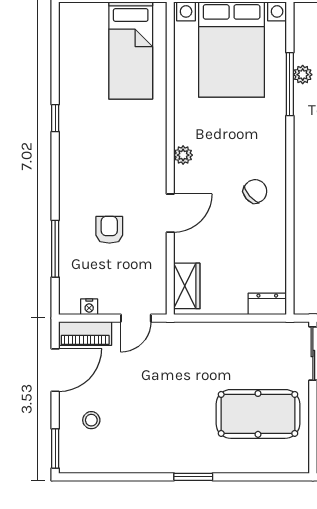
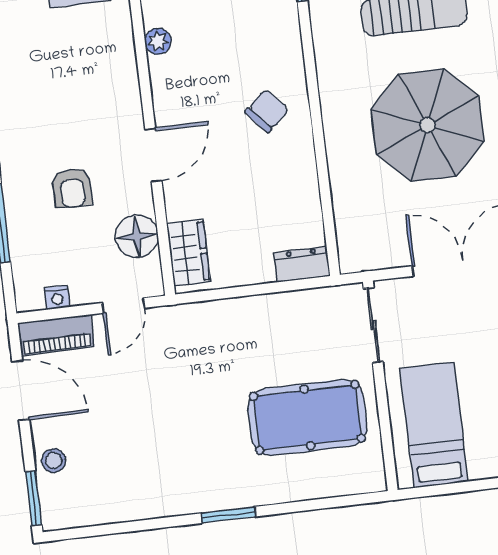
plant: (183, 155) -> (158, 41), moved
armchair: (109, 230) -> (72, 188), turned 180
floor lamp: (151, 270) -> (137, 236), added
door: (55, 370) -> (21, 390), hinge flipped
stool: (91, 420) -> (54, 461), moved

